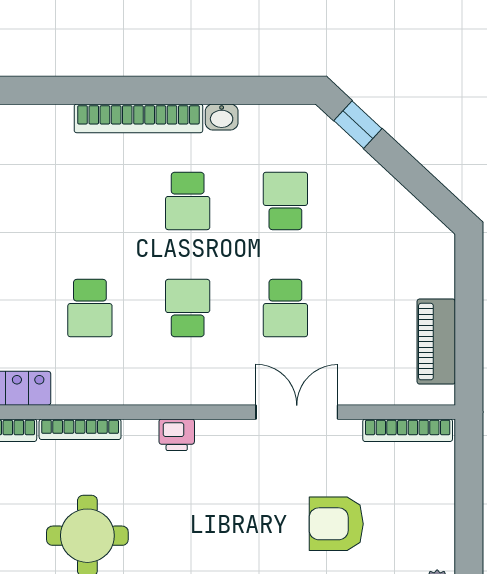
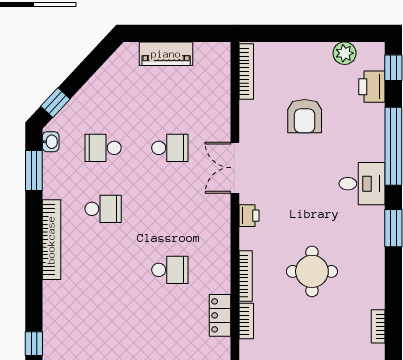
window: (249, 90) -> (34, 170), added
washbasin: (222, 117) -> (51, 142), moved
school desk: (188, 308) -> (170, 209), removed
piano: (436, 342) -> (166, 54), moved
double door: (297, 412) -> (235, 168), moved

